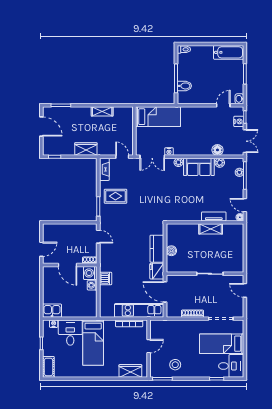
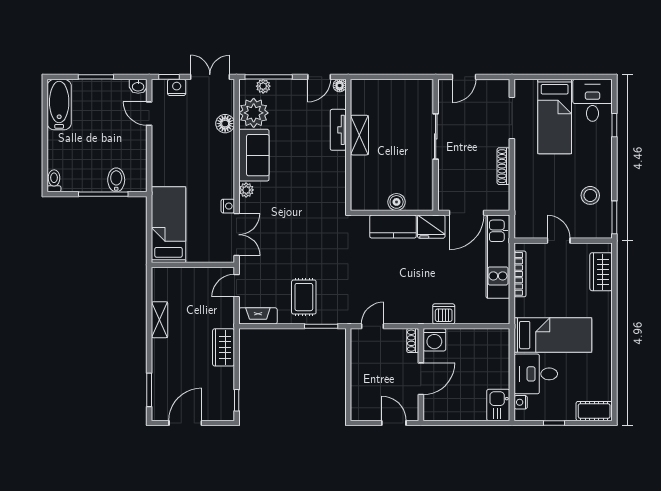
plant: (220, 163) -> (254, 113), width x1.88, depth x1.88
washing machine: (92, 285) -> (455, 337), removed

